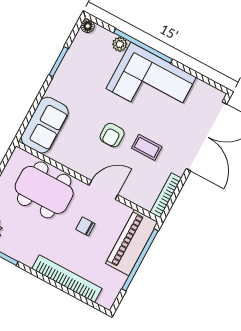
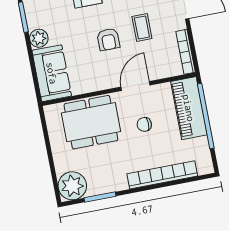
plant: (57, 89) -> (39, 38), added
coffee table: (147, 147) -> (142, 27), turned 90

